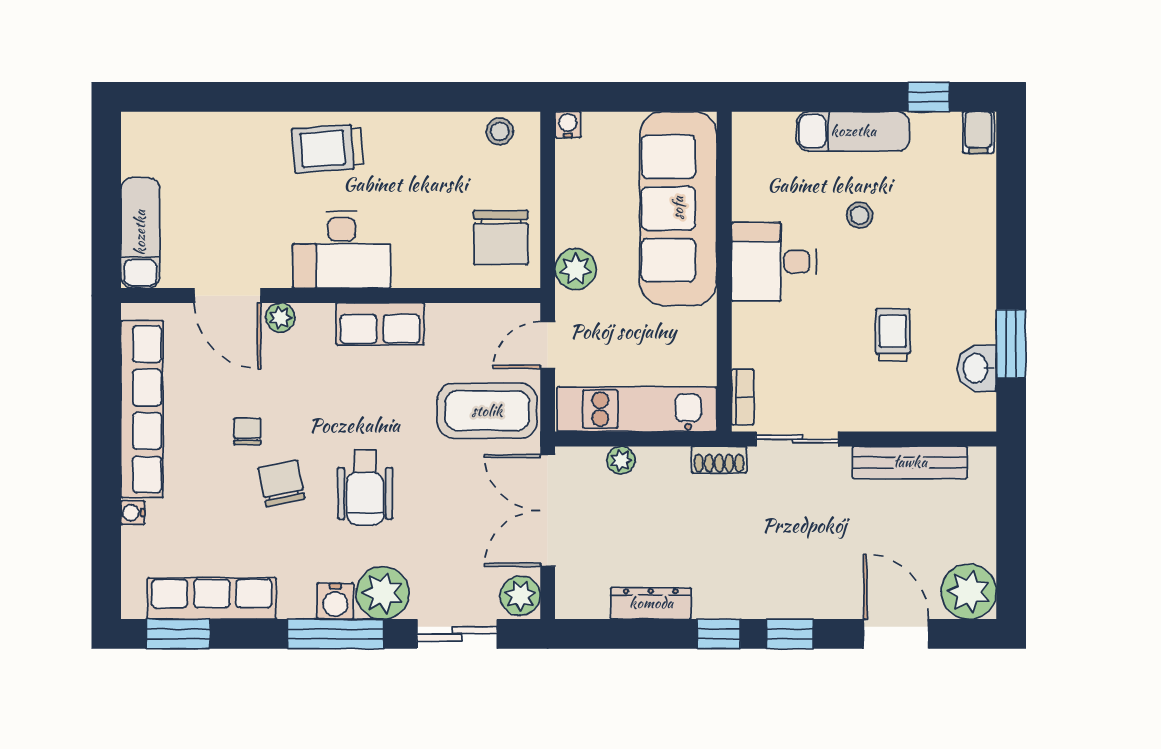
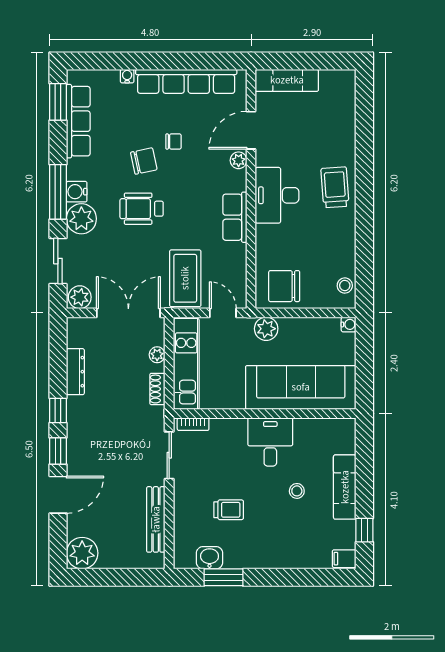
shoe rack: (719, 460) -> (157, 389), moved
door: (896, 634) -> (58, 495), moved

